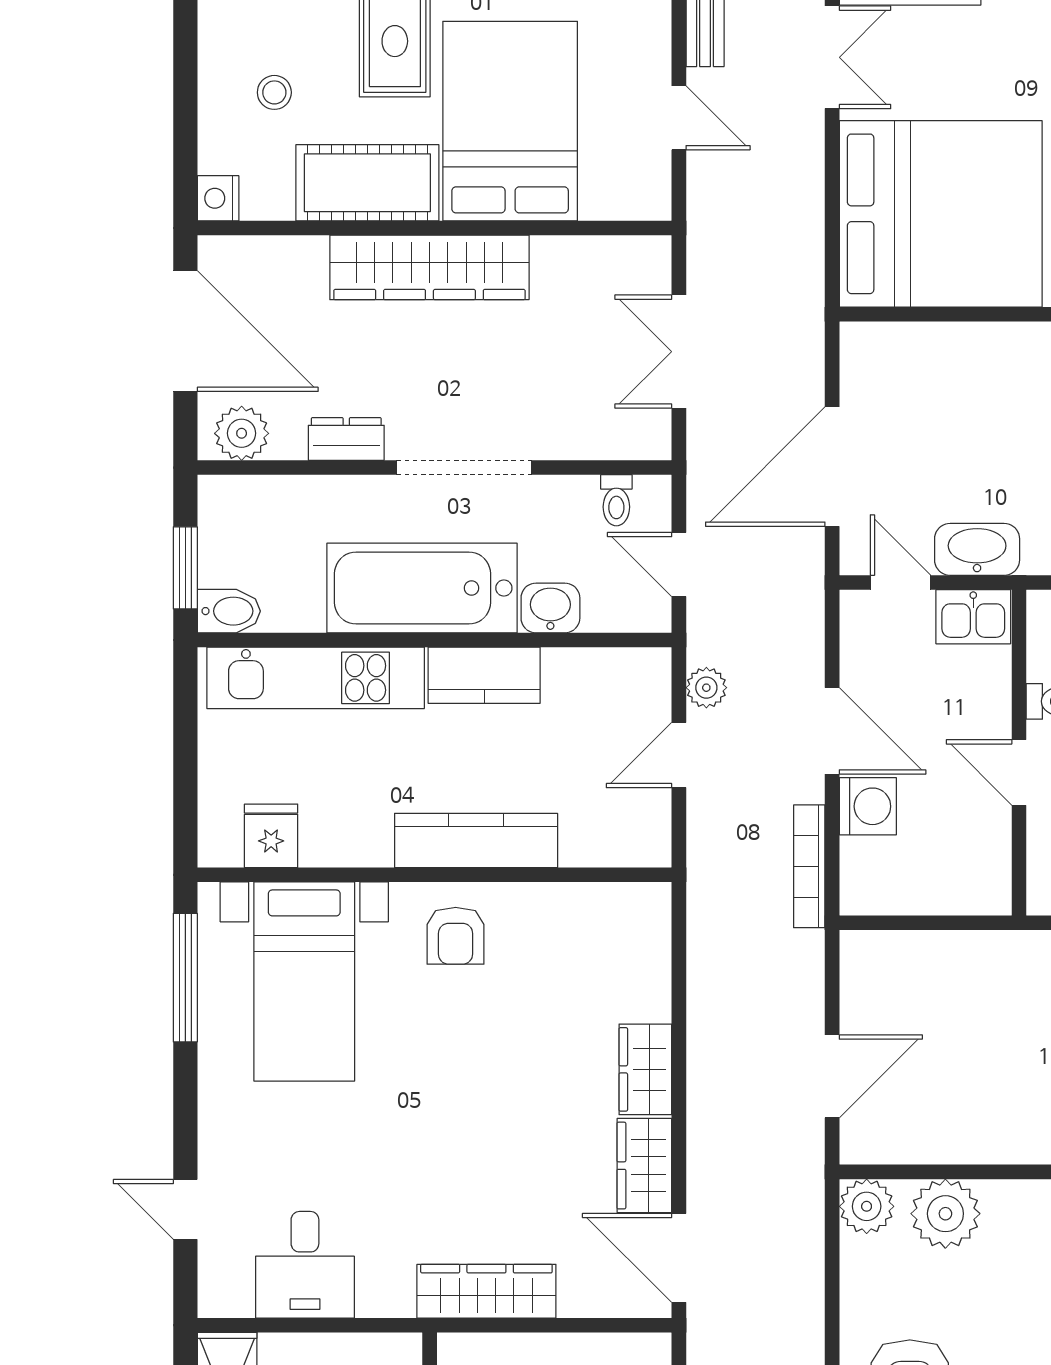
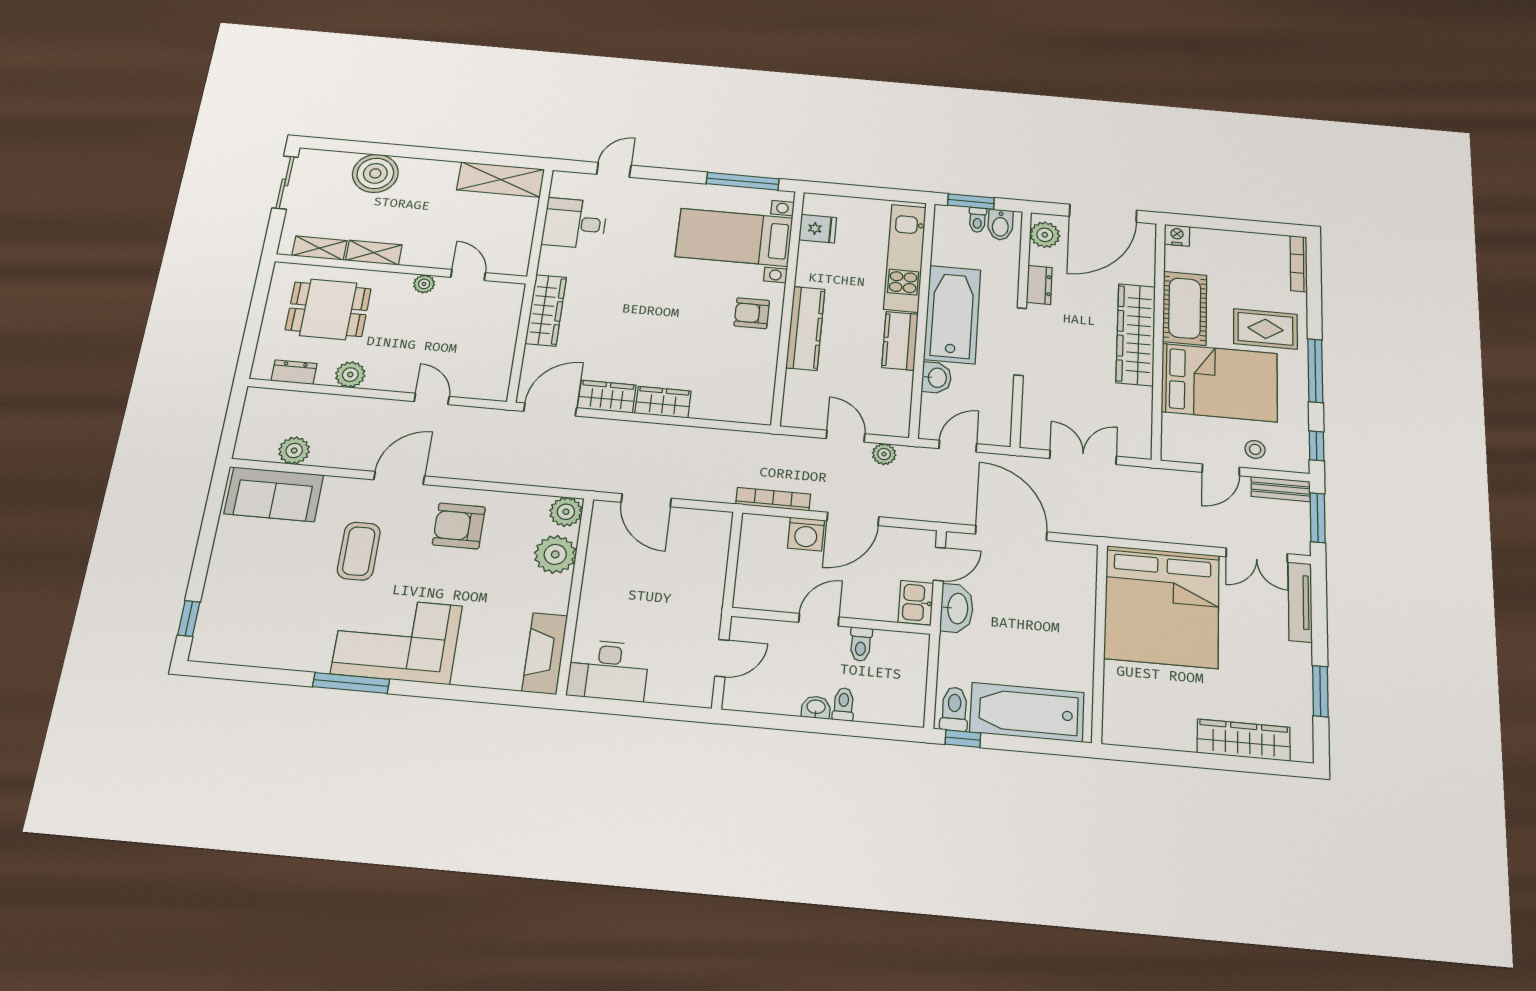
stool: (274, 92) -> (1255, 449), moved
toilet: (616, 500) -> (977, 220), moved, turned -90
bidet: (229, 611) -> (1000, 225), moved

